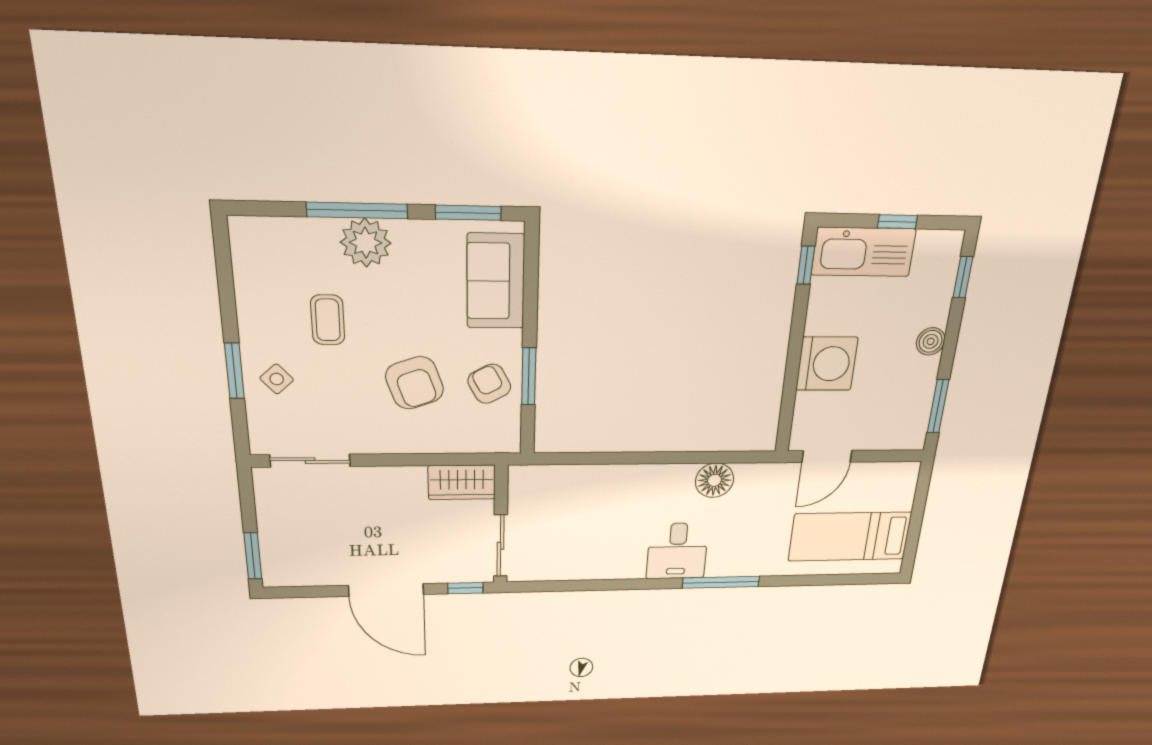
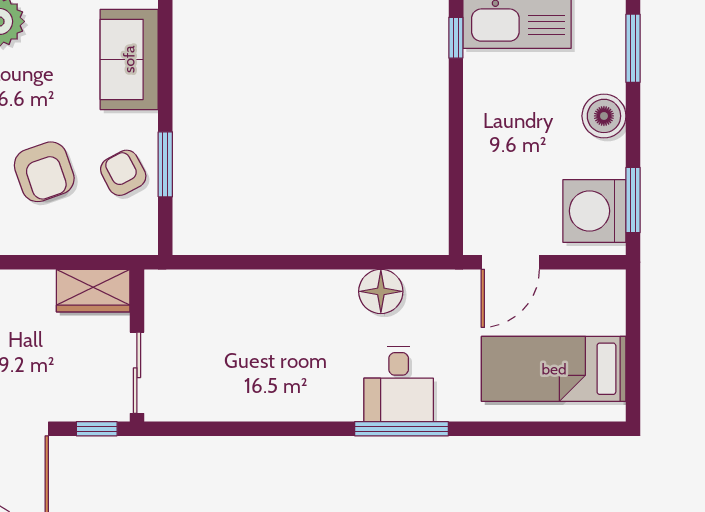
window: (963, 277) -> (633, 48), width x1.50
boiler: (931, 341) -> (604, 116), width x1.36, depth x1.36
washing machine: (827, 364) -> (594, 211), moved, turned 180
desk: (677, 551) -> (399, 384), moved

